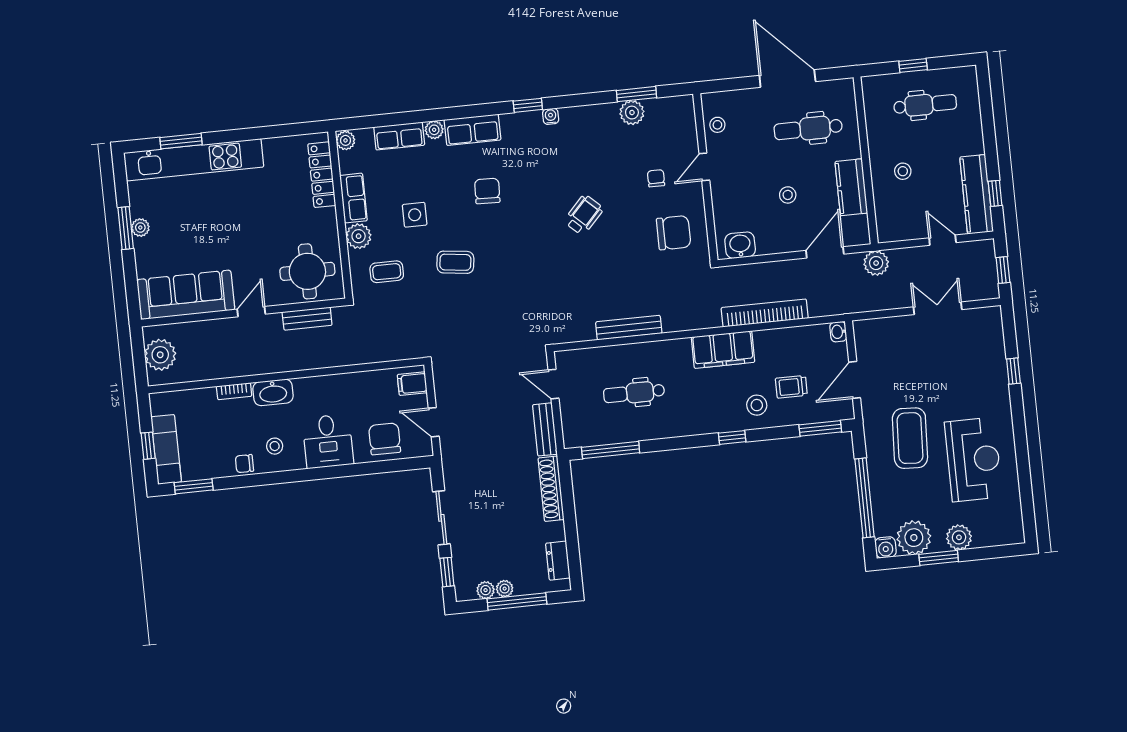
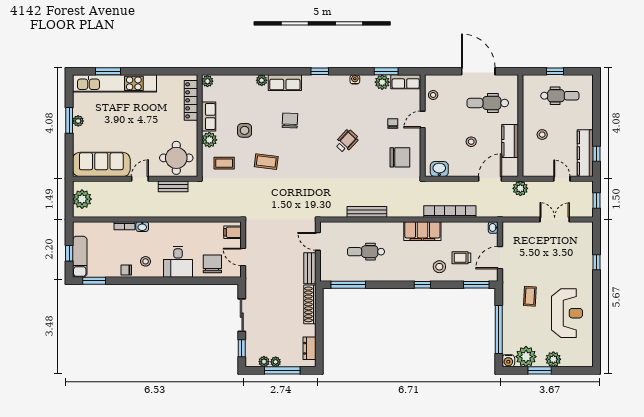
water cooler: (551, 116) -> (355, 79), moved
row of seats: (399, 136) -> (406, 82), moved
washbasin: (273, 392) -> (142, 227), width x0.52, depth x0.69
coffee table: (910, 438) -> (530, 296), width x0.54, depth x0.58

